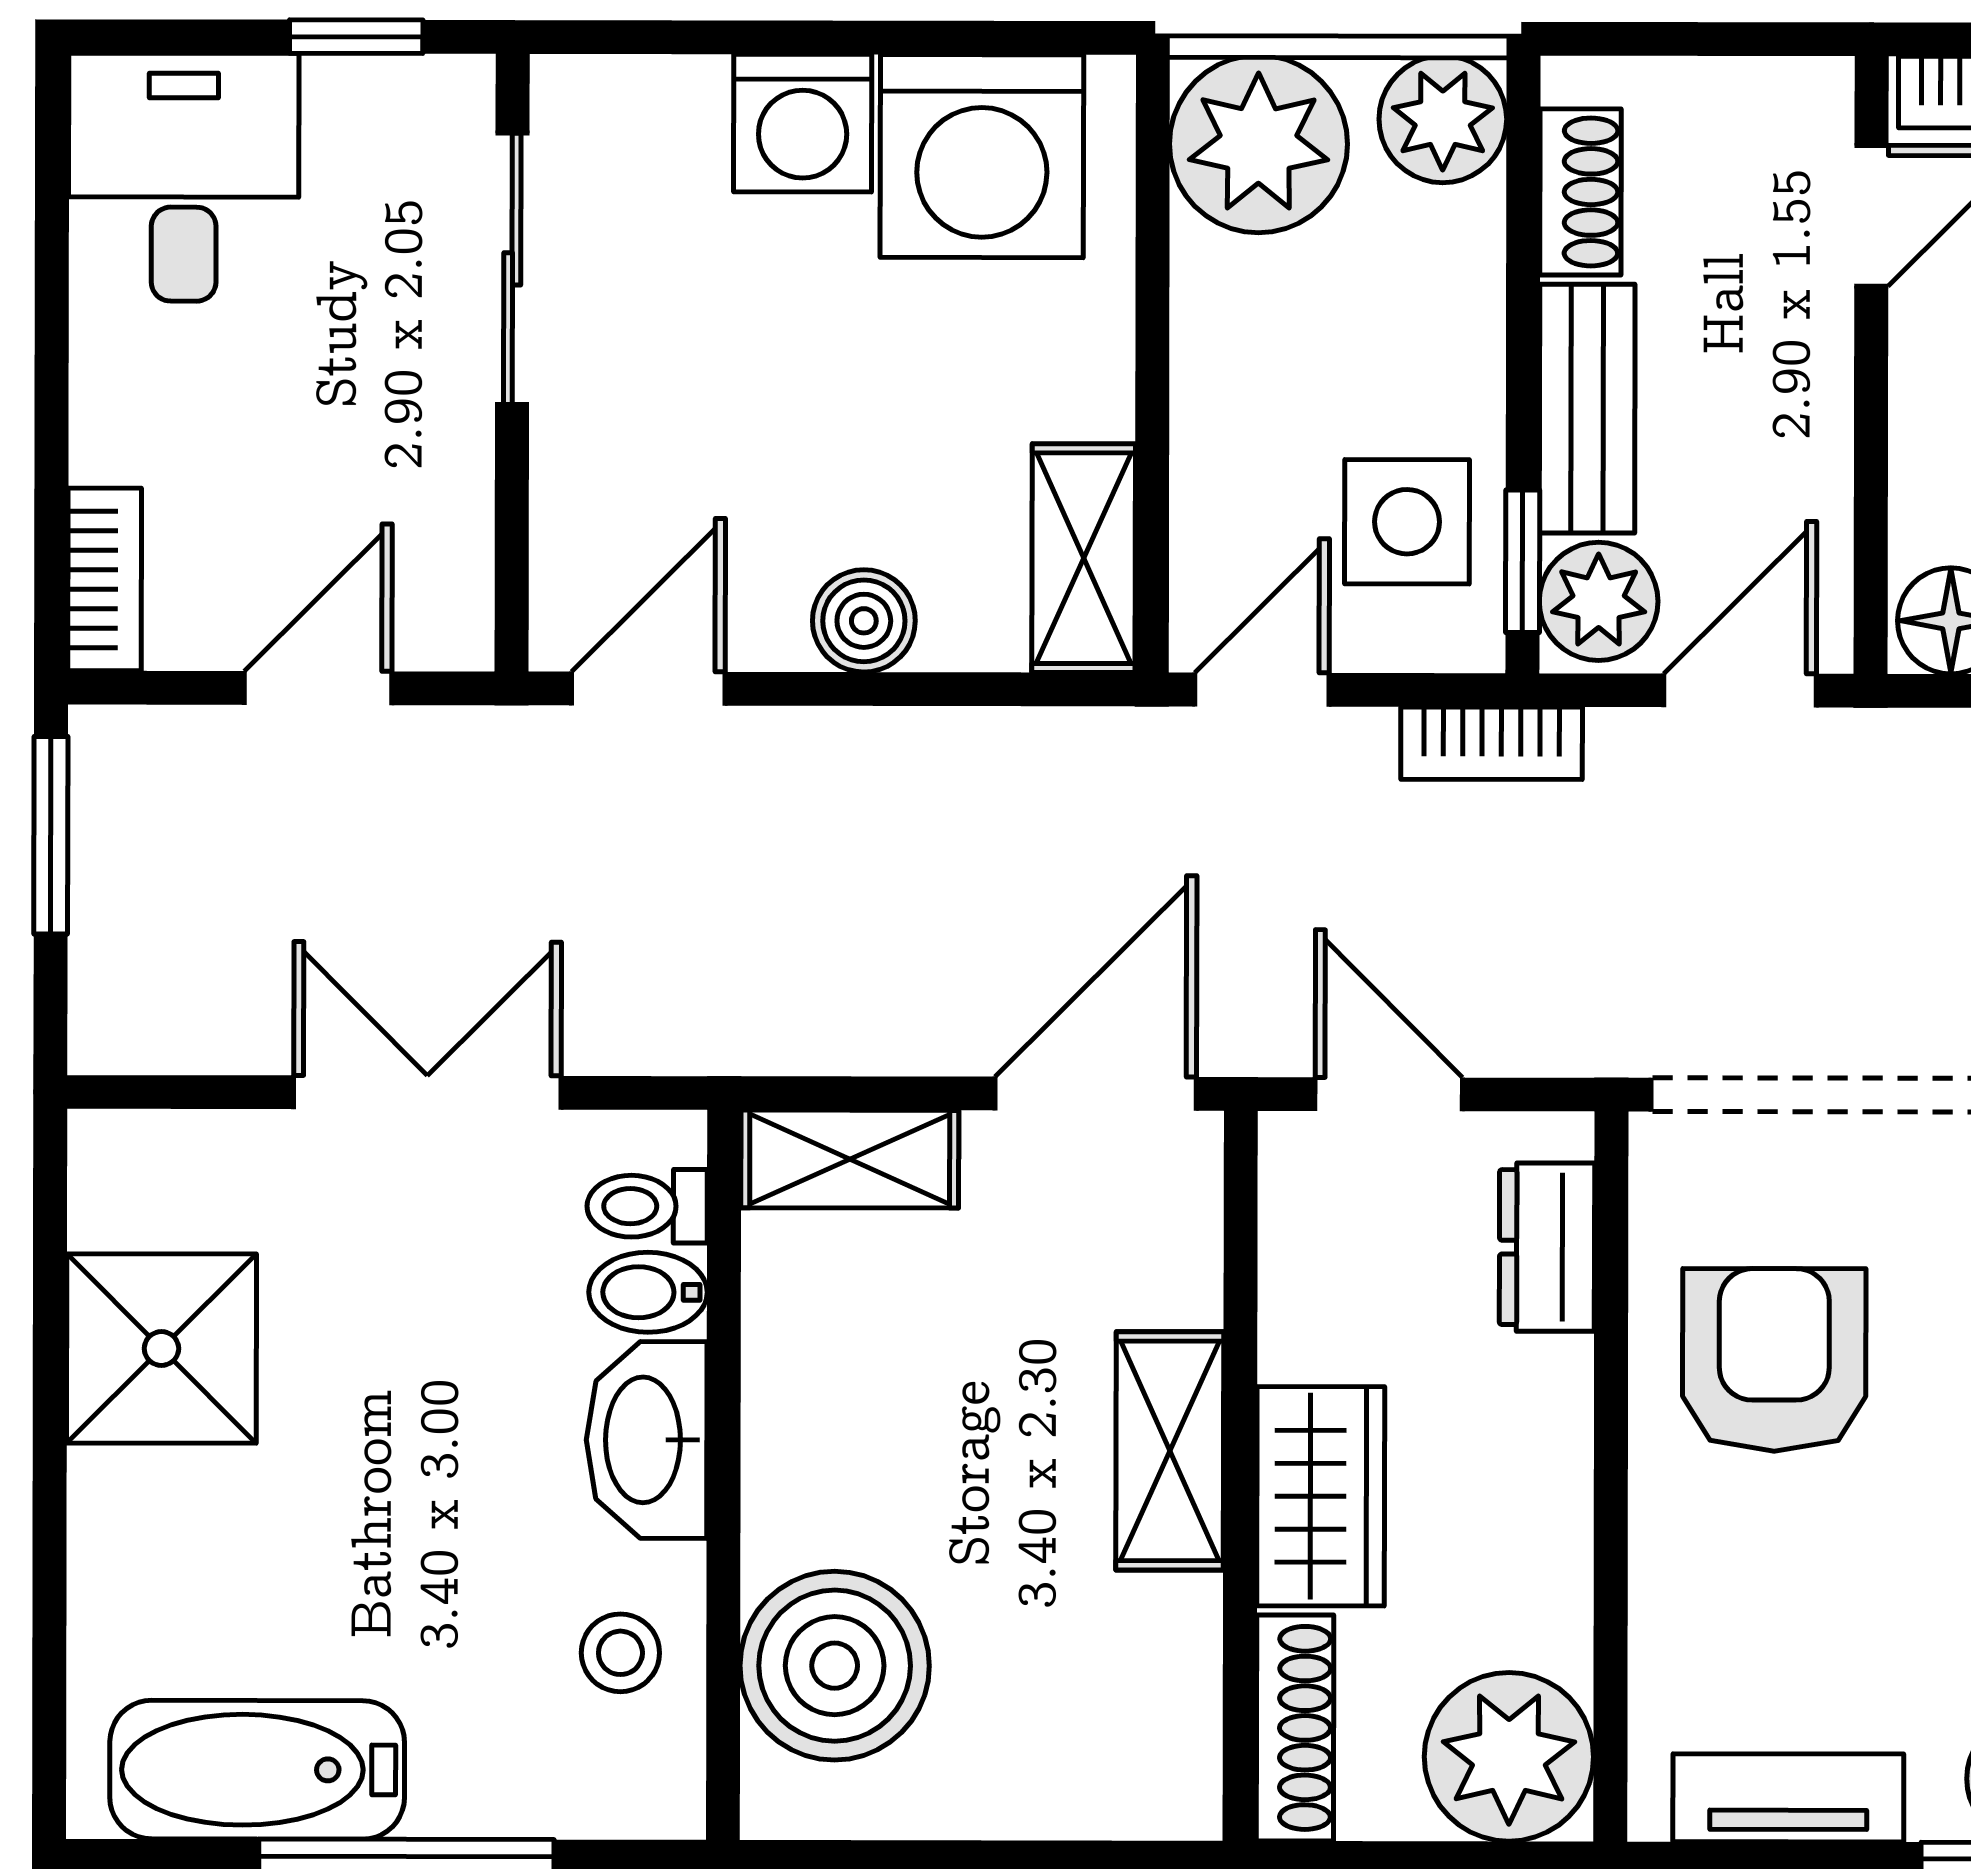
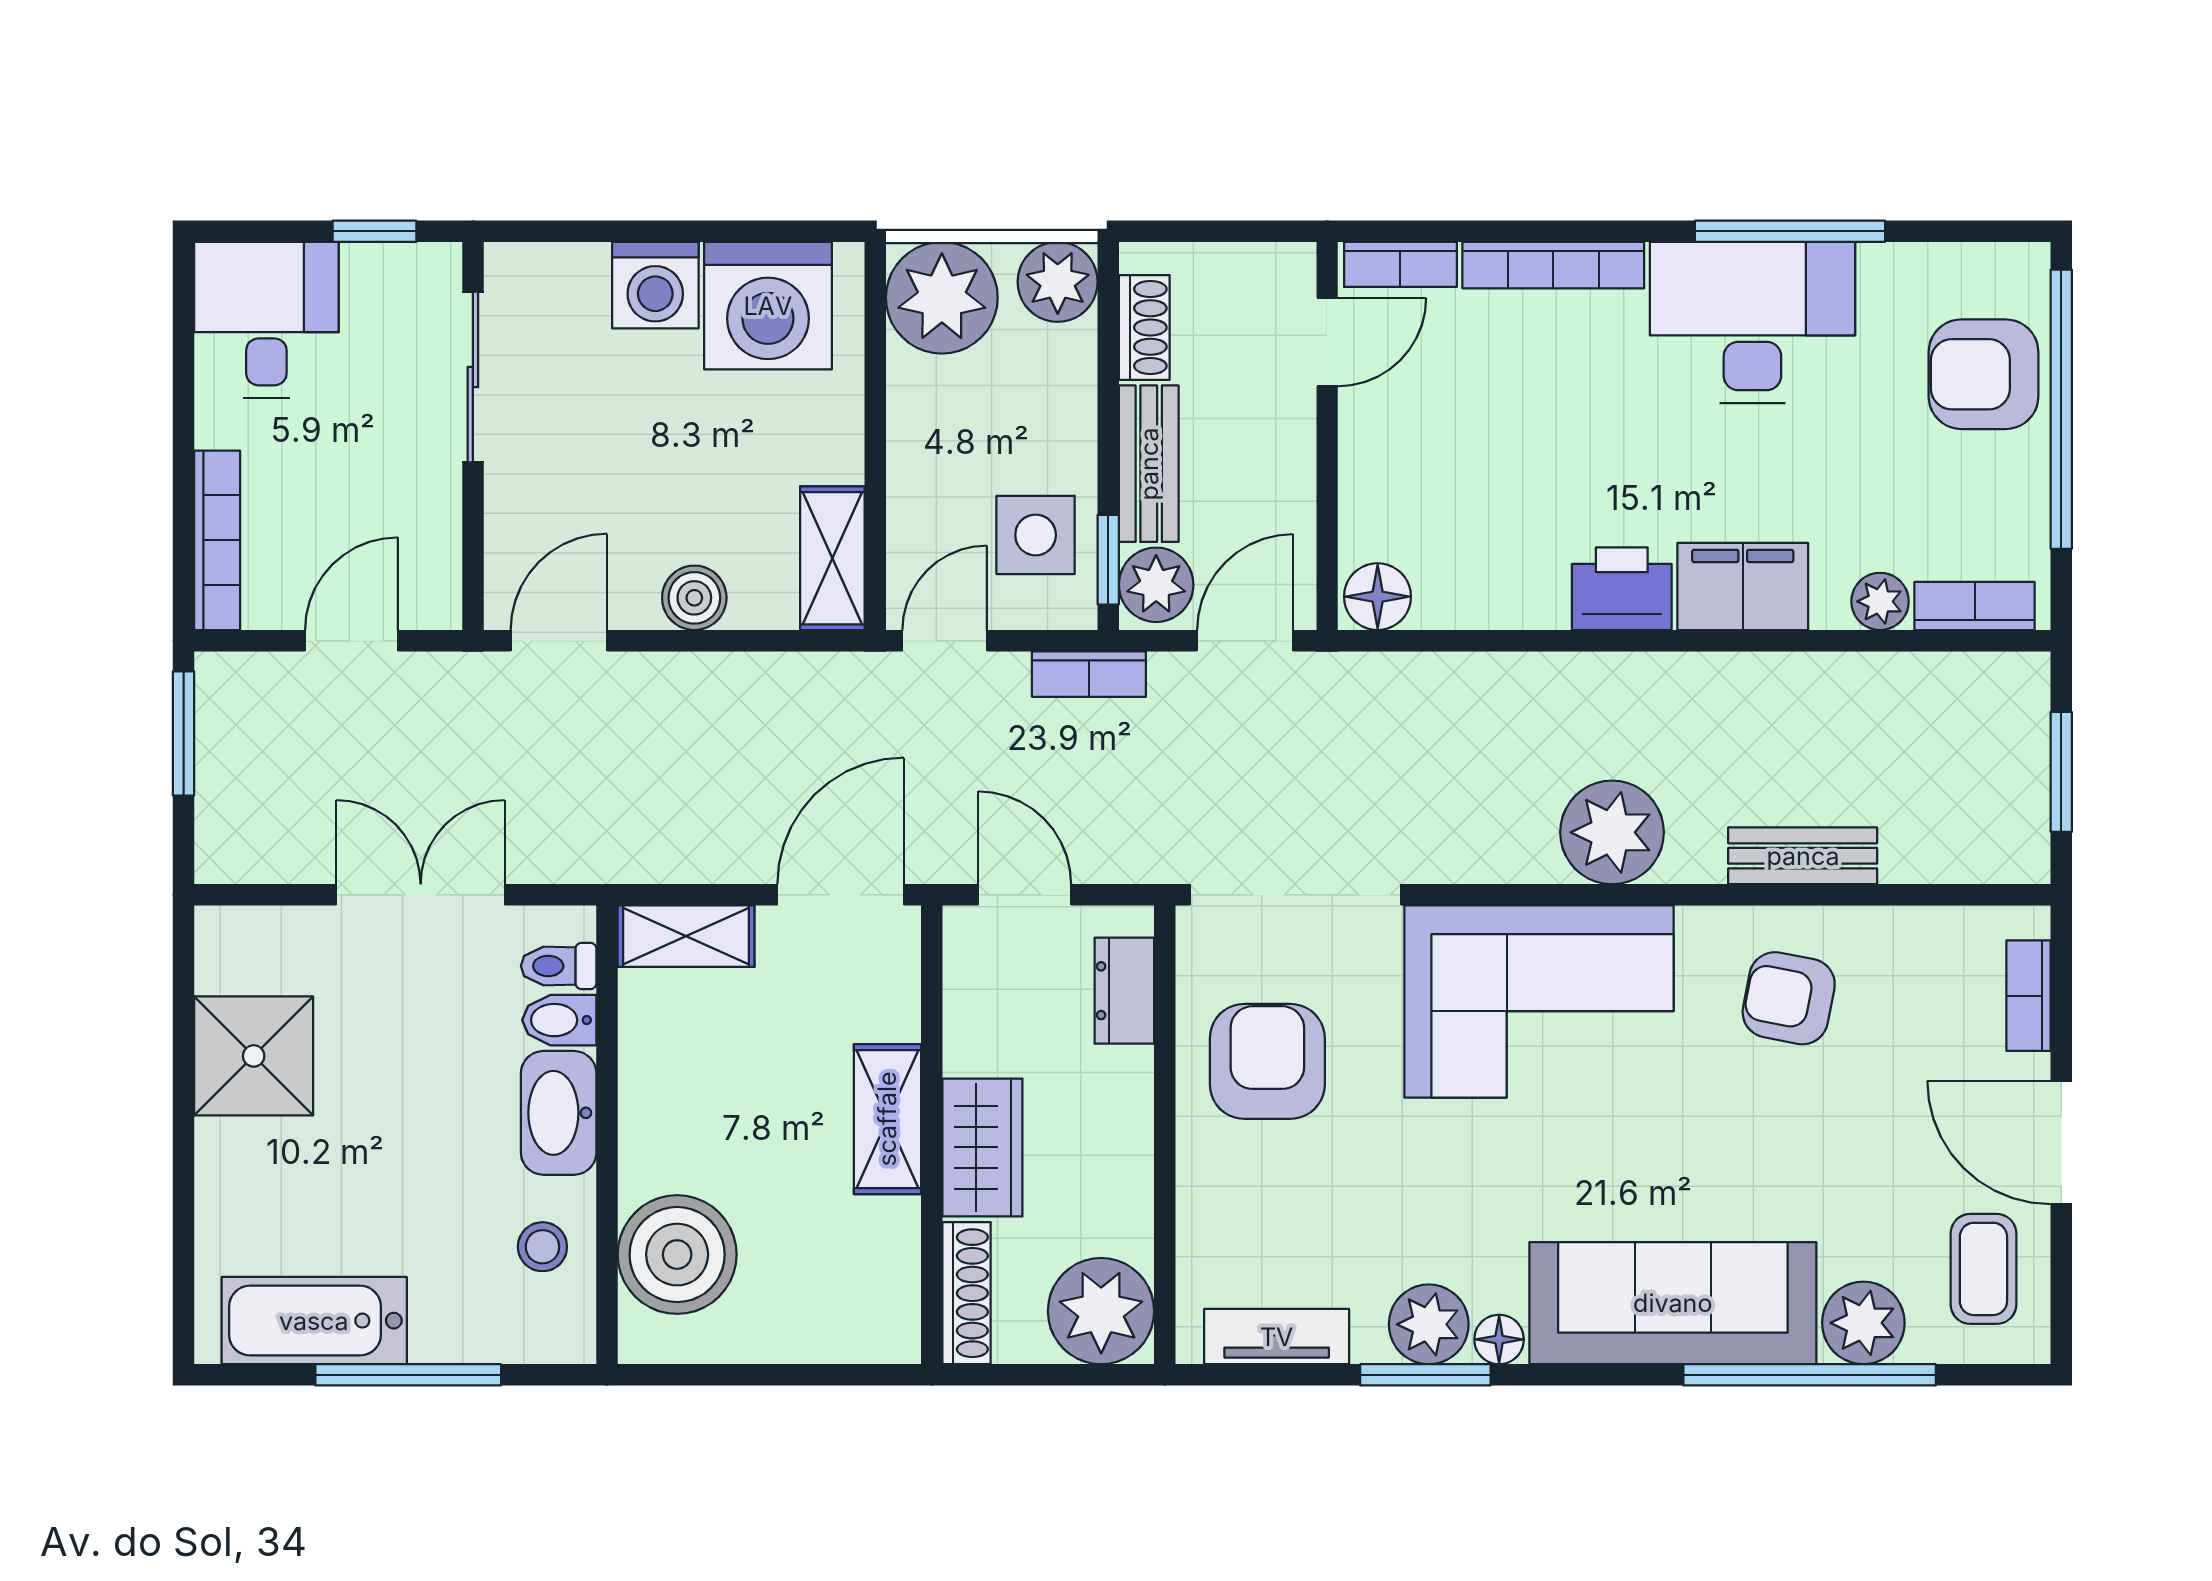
bookcase: (105, 579) -> (217, 540), width x1.56

